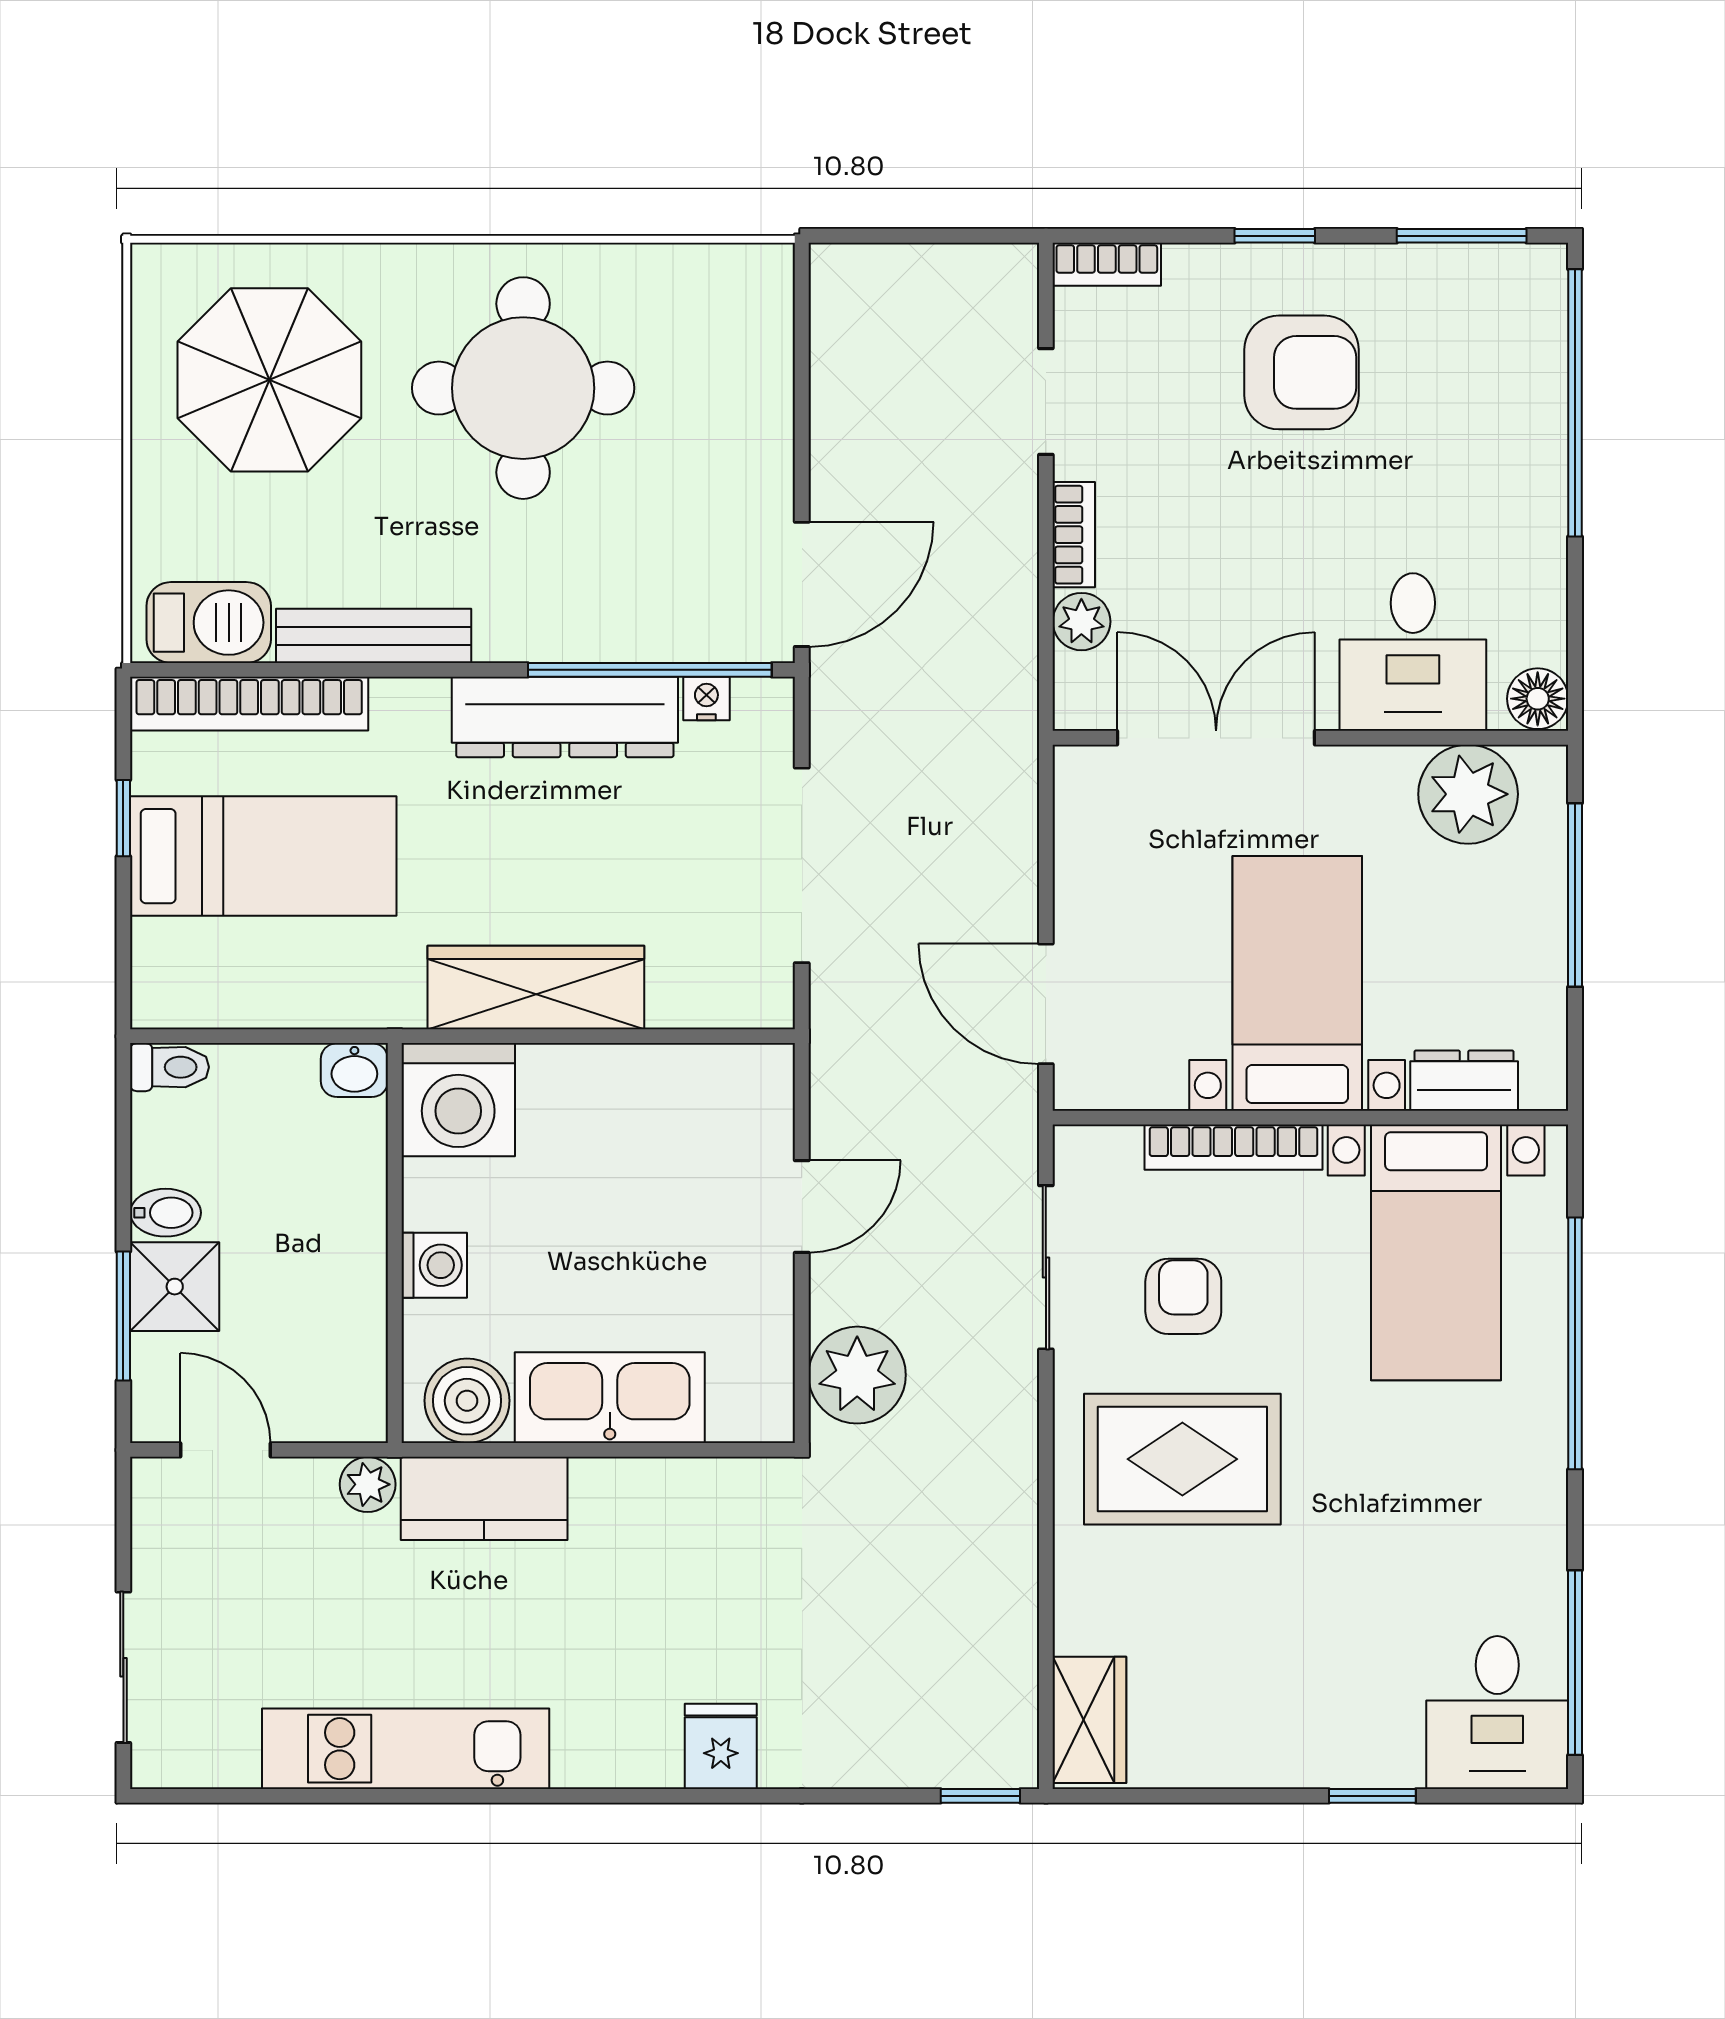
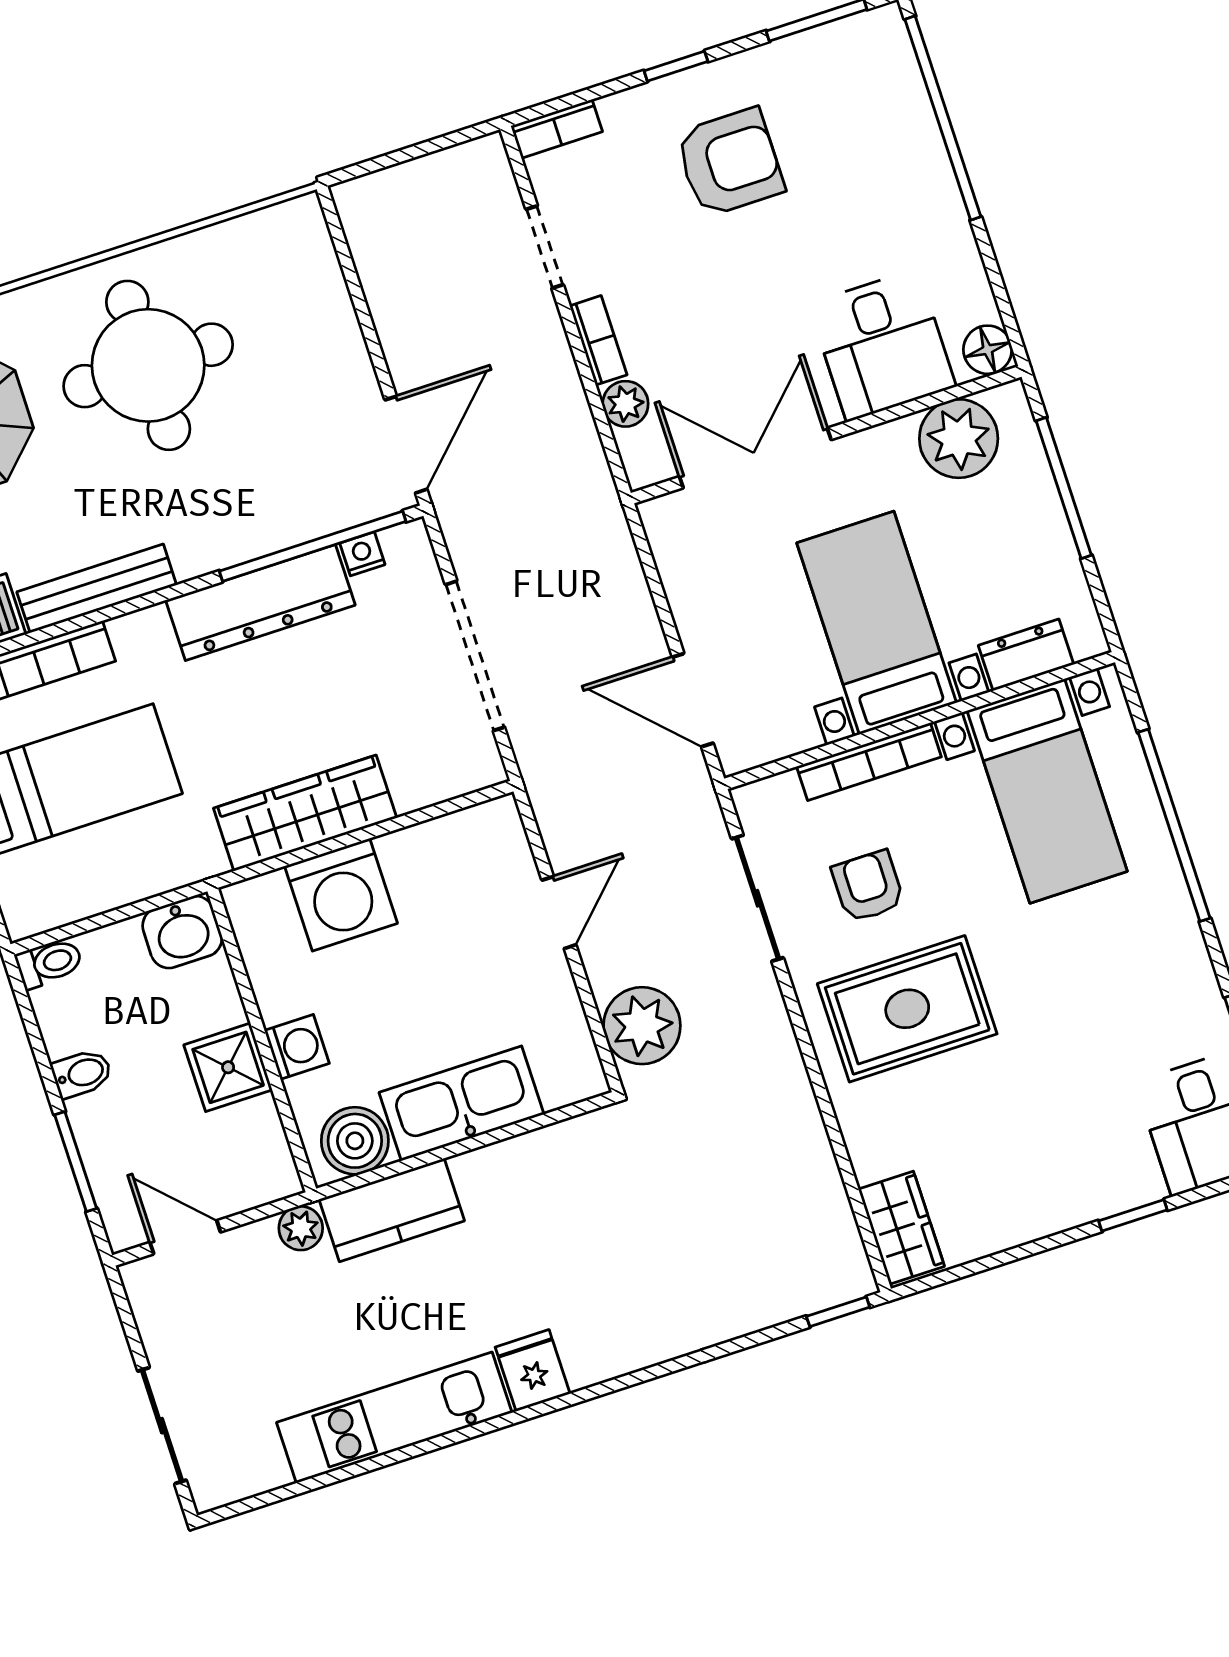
washbasin: (354, 1070) -> (182, 932), width x1.38, depth x1.45
washing machine: (458, 1100) -> (341, 895), moved
shower: (175, 1287) -> (228, 1067), moved
fridge: (721, 1746) -> (533, 1370), moved

